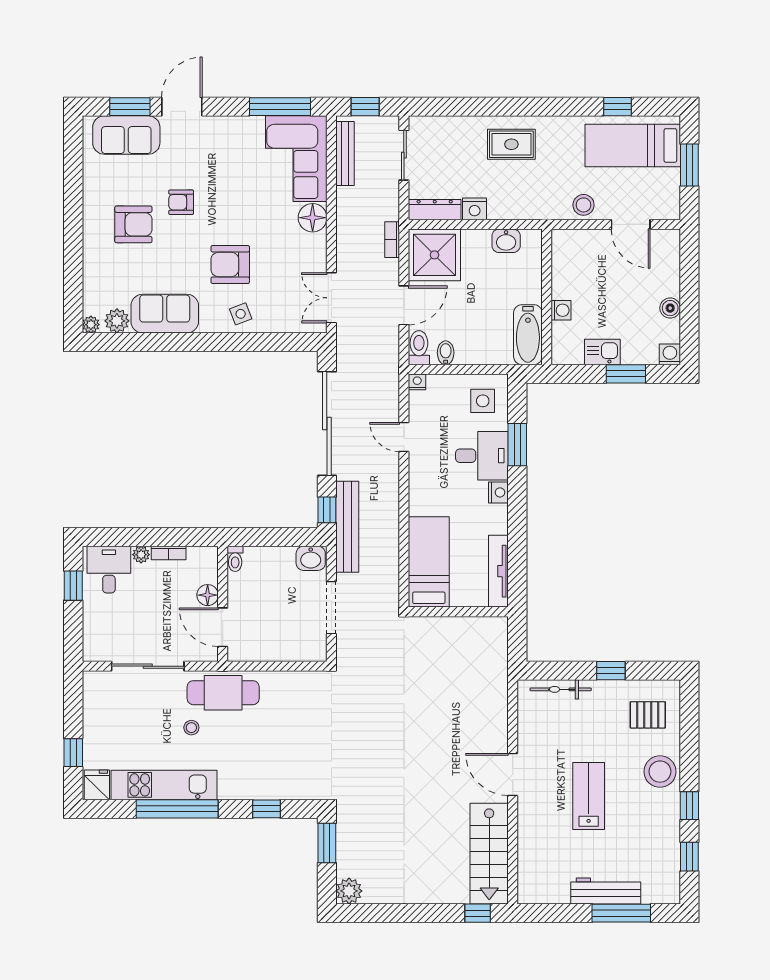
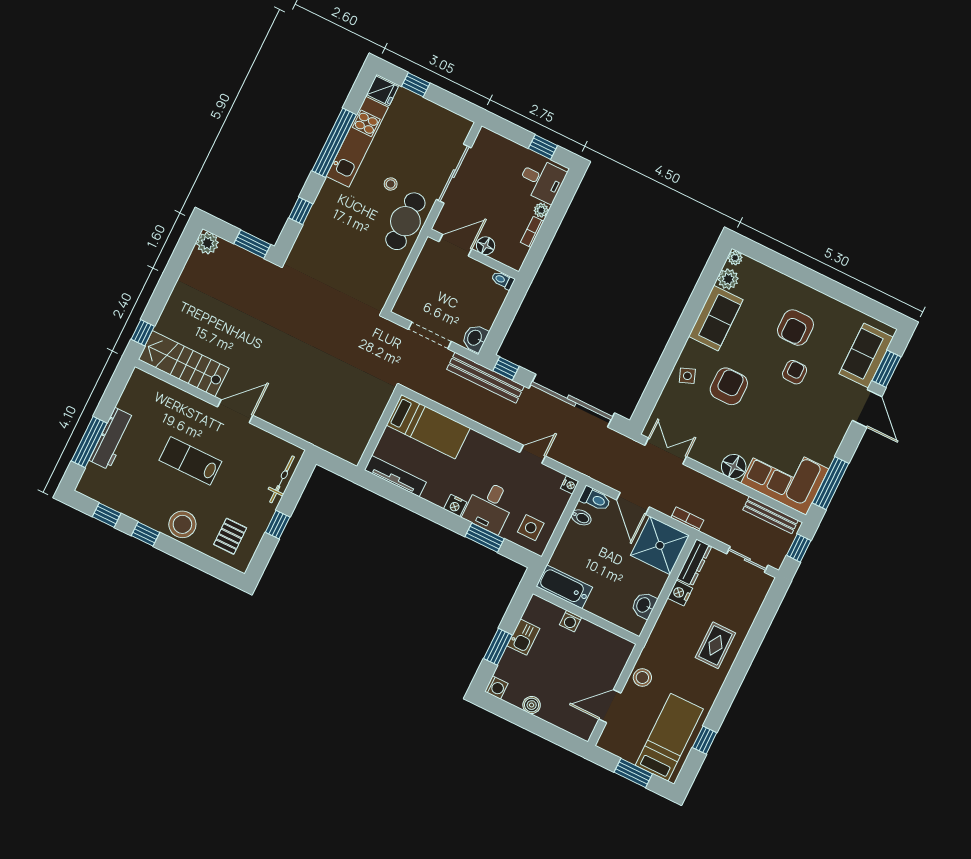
lab bench: (589, 796) -> (190, 461), turned 180

